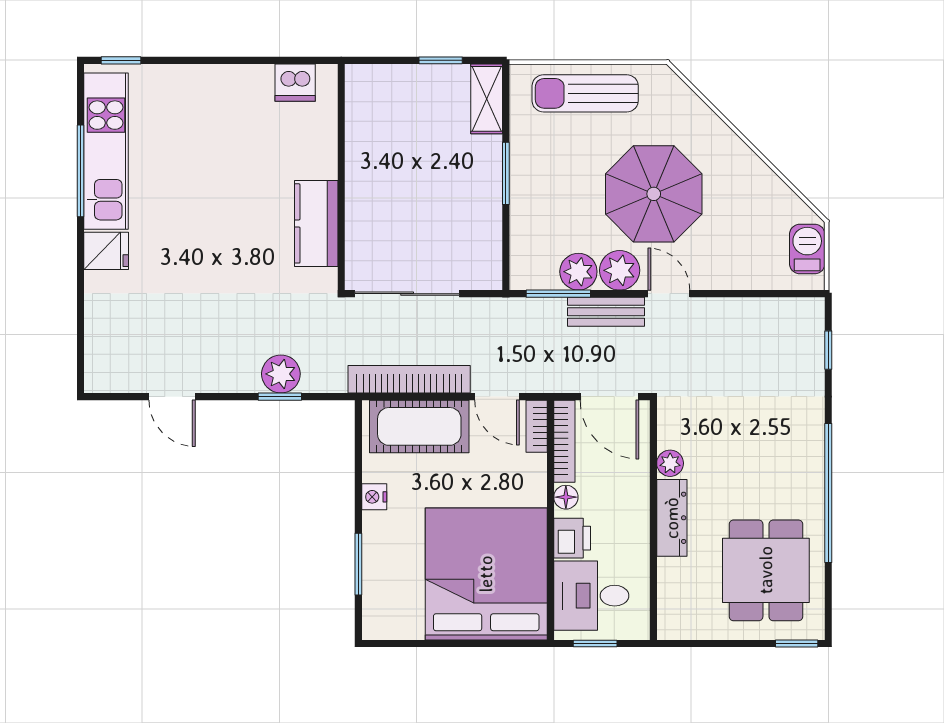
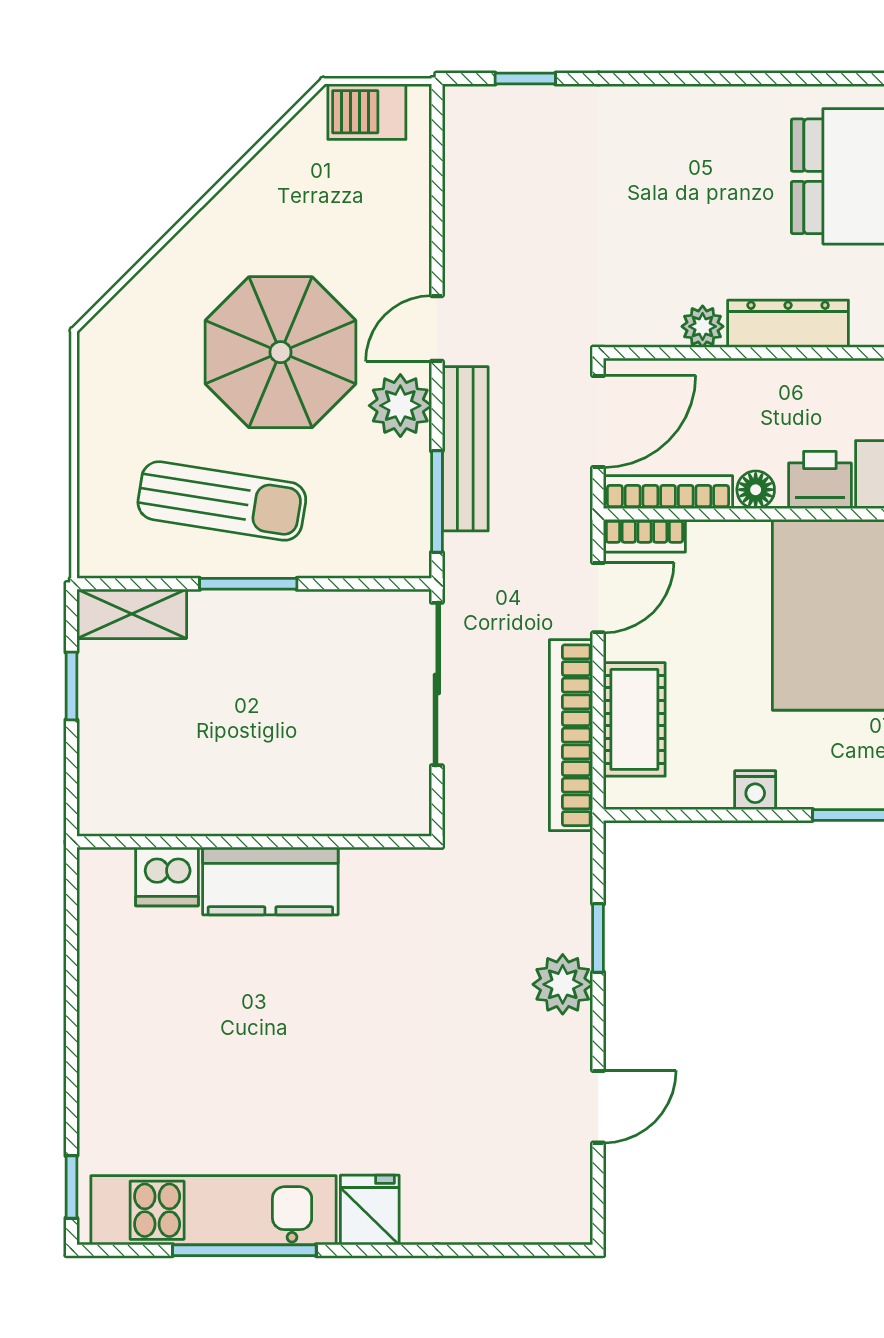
dishwasher: (295, 83) -> (167, 876), moved, turned 90
sun lounger: (585, 93) -> (222, 501), moved, turned -81
kitchen counter: (316, 223) -> (270, 881), moved
plant: (578, 272) -> (403, 470), removed
sliding door: (407, 294) -> (437, 684), moved
bench: (606, 312) -> (465, 449), width x1.36
plant: (281, 374) -> (563, 984), moved
cot: (419, 426) -> (634, 719), width x0.73, depth x0.75
window: (828, 493) -> (749, 79), removed

